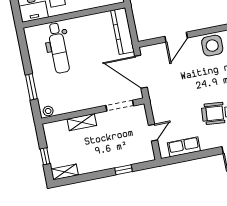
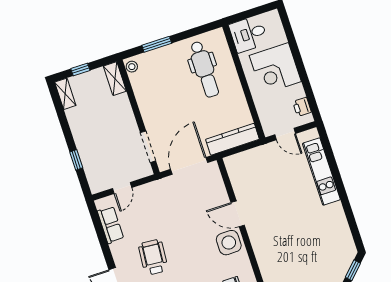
door: (176, 37) -> (238, 214), moved
dental chair: (58, 48) -> (204, 69), turned -90
shelving: (82, 122) -> (115, 79), moved
door: (153, 133) -> (122, 188), hinge flipped

